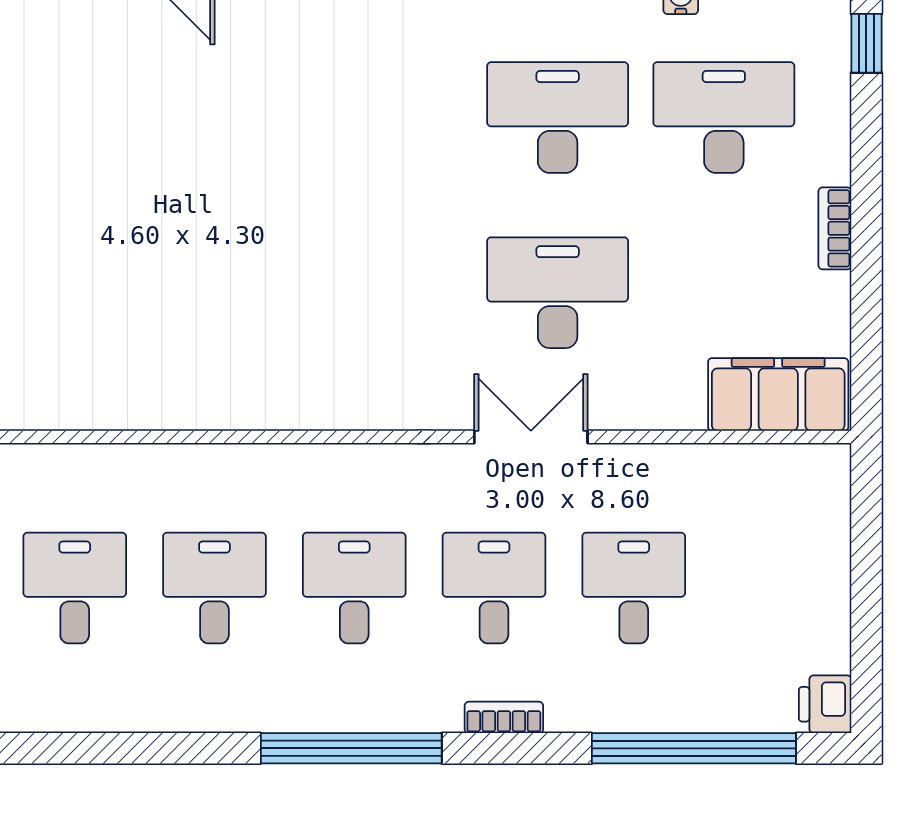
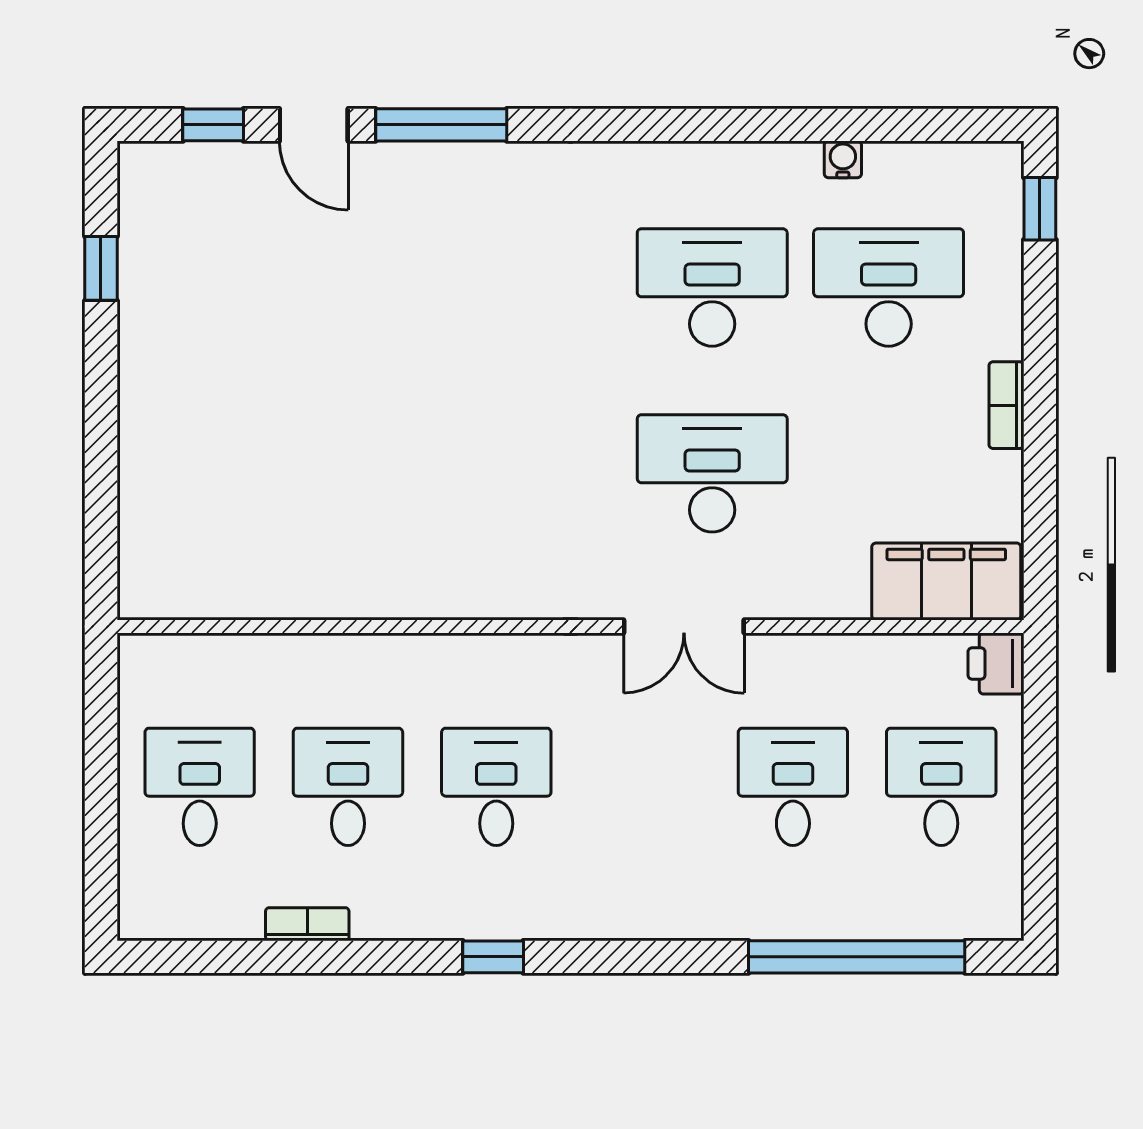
double door: (531, 437) -> (684, 626), swing flipped
desk: (494, 588) -> (941, 787), moved
printer: (825, 704) -> (996, 663), moved
bookcase: (504, 717) -> (307, 924), moved
window: (351, 748) -> (493, 957), width x0.32

